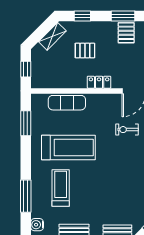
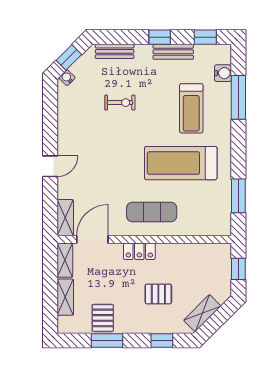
exercise mat: (67, 103) -> (152, 212), moved
exercise bike: (127, 130) -> (120, 103), moved
water cooler: (37, 225) -> (223, 73), moved

